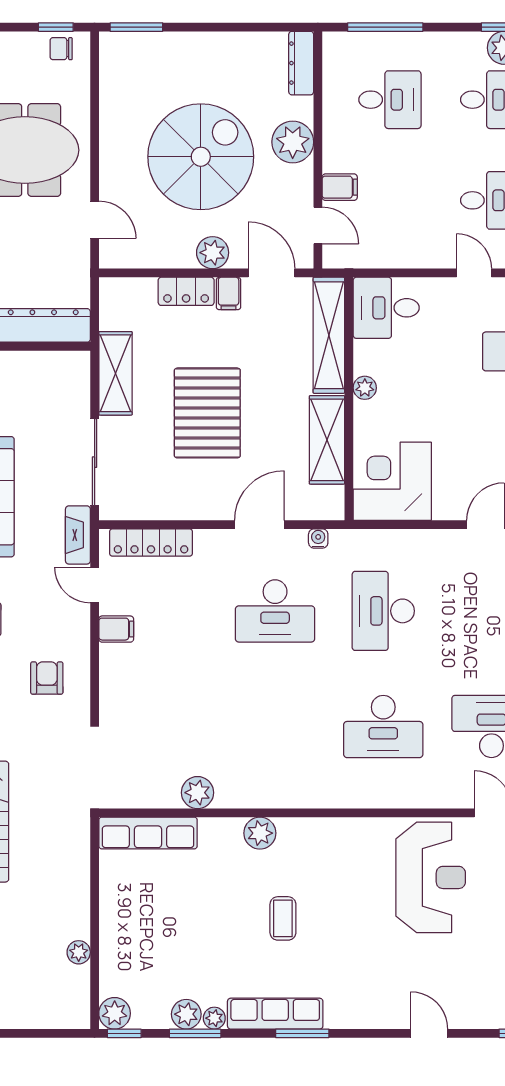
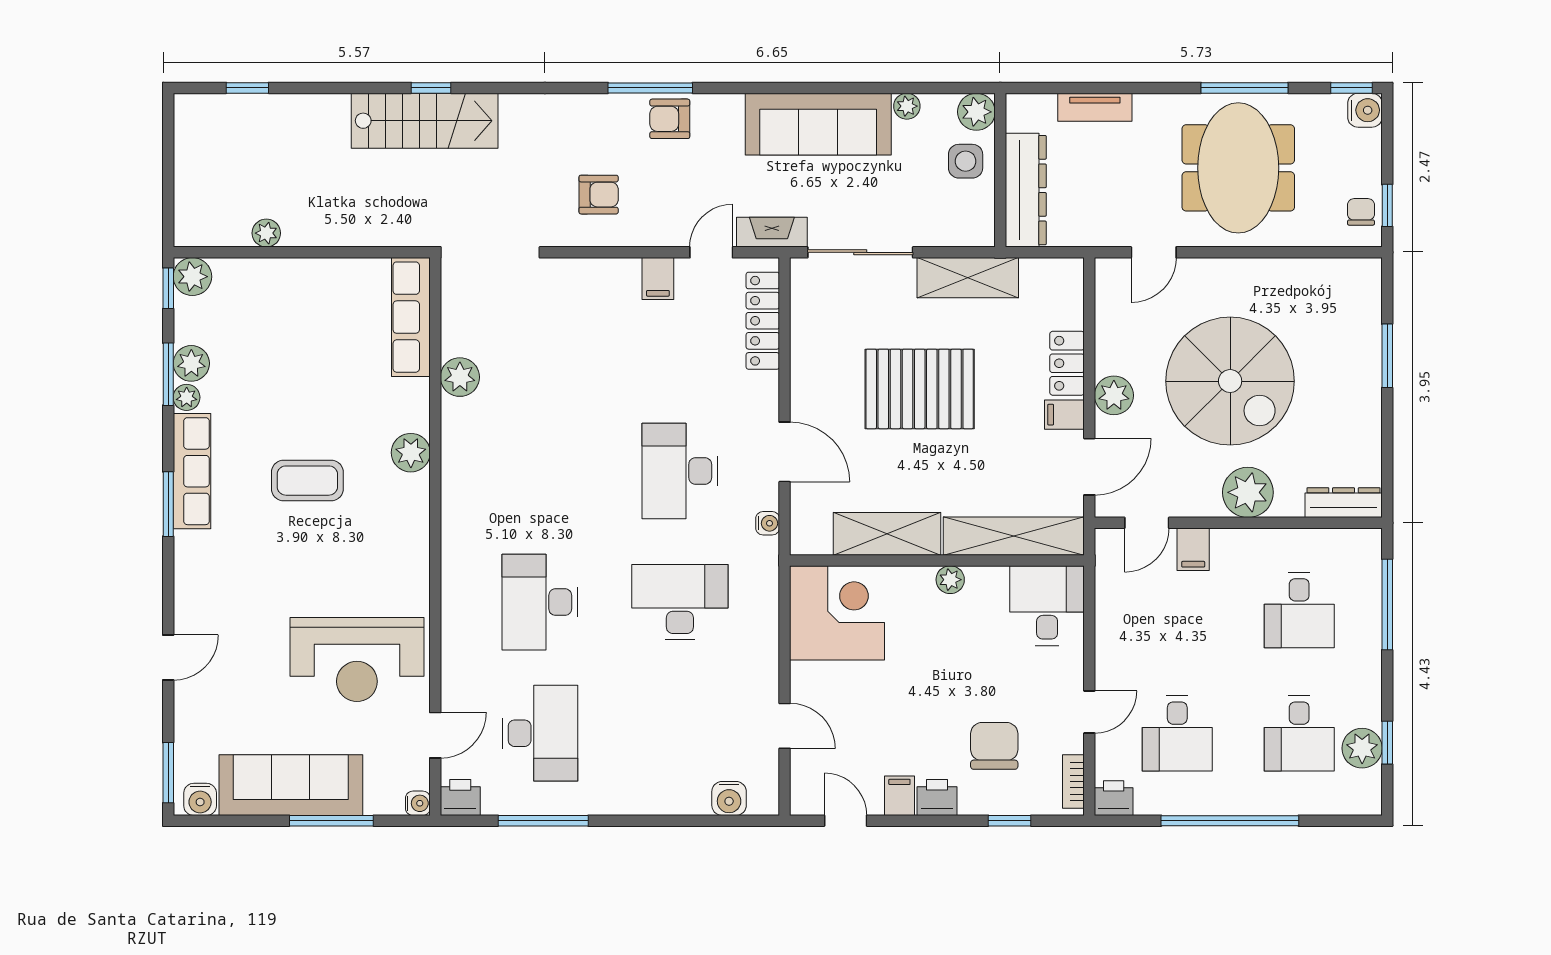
window: (136, 27) -> (1387, 356), moved
side table: (19, 375) -> (966, 161), added
coffee table: (283, 918) -> (307, 481), width x1.36, depth x1.30

